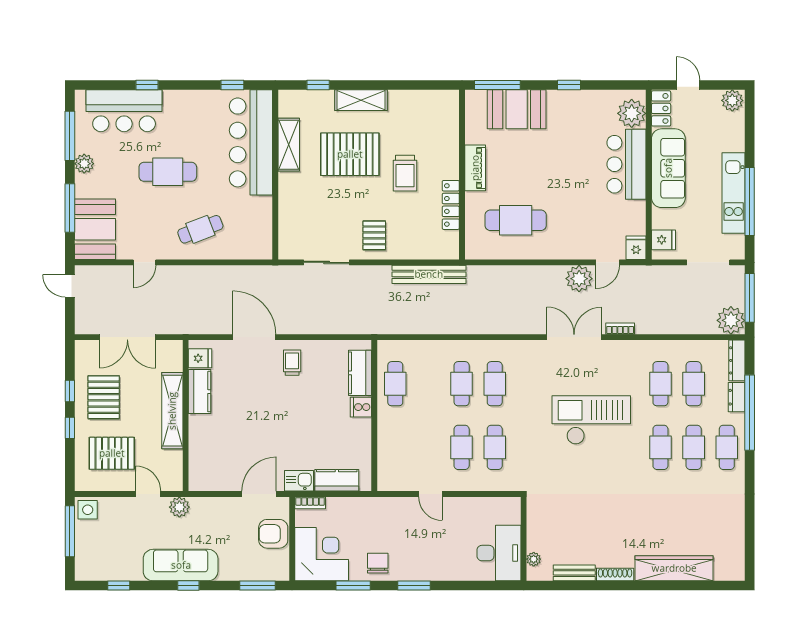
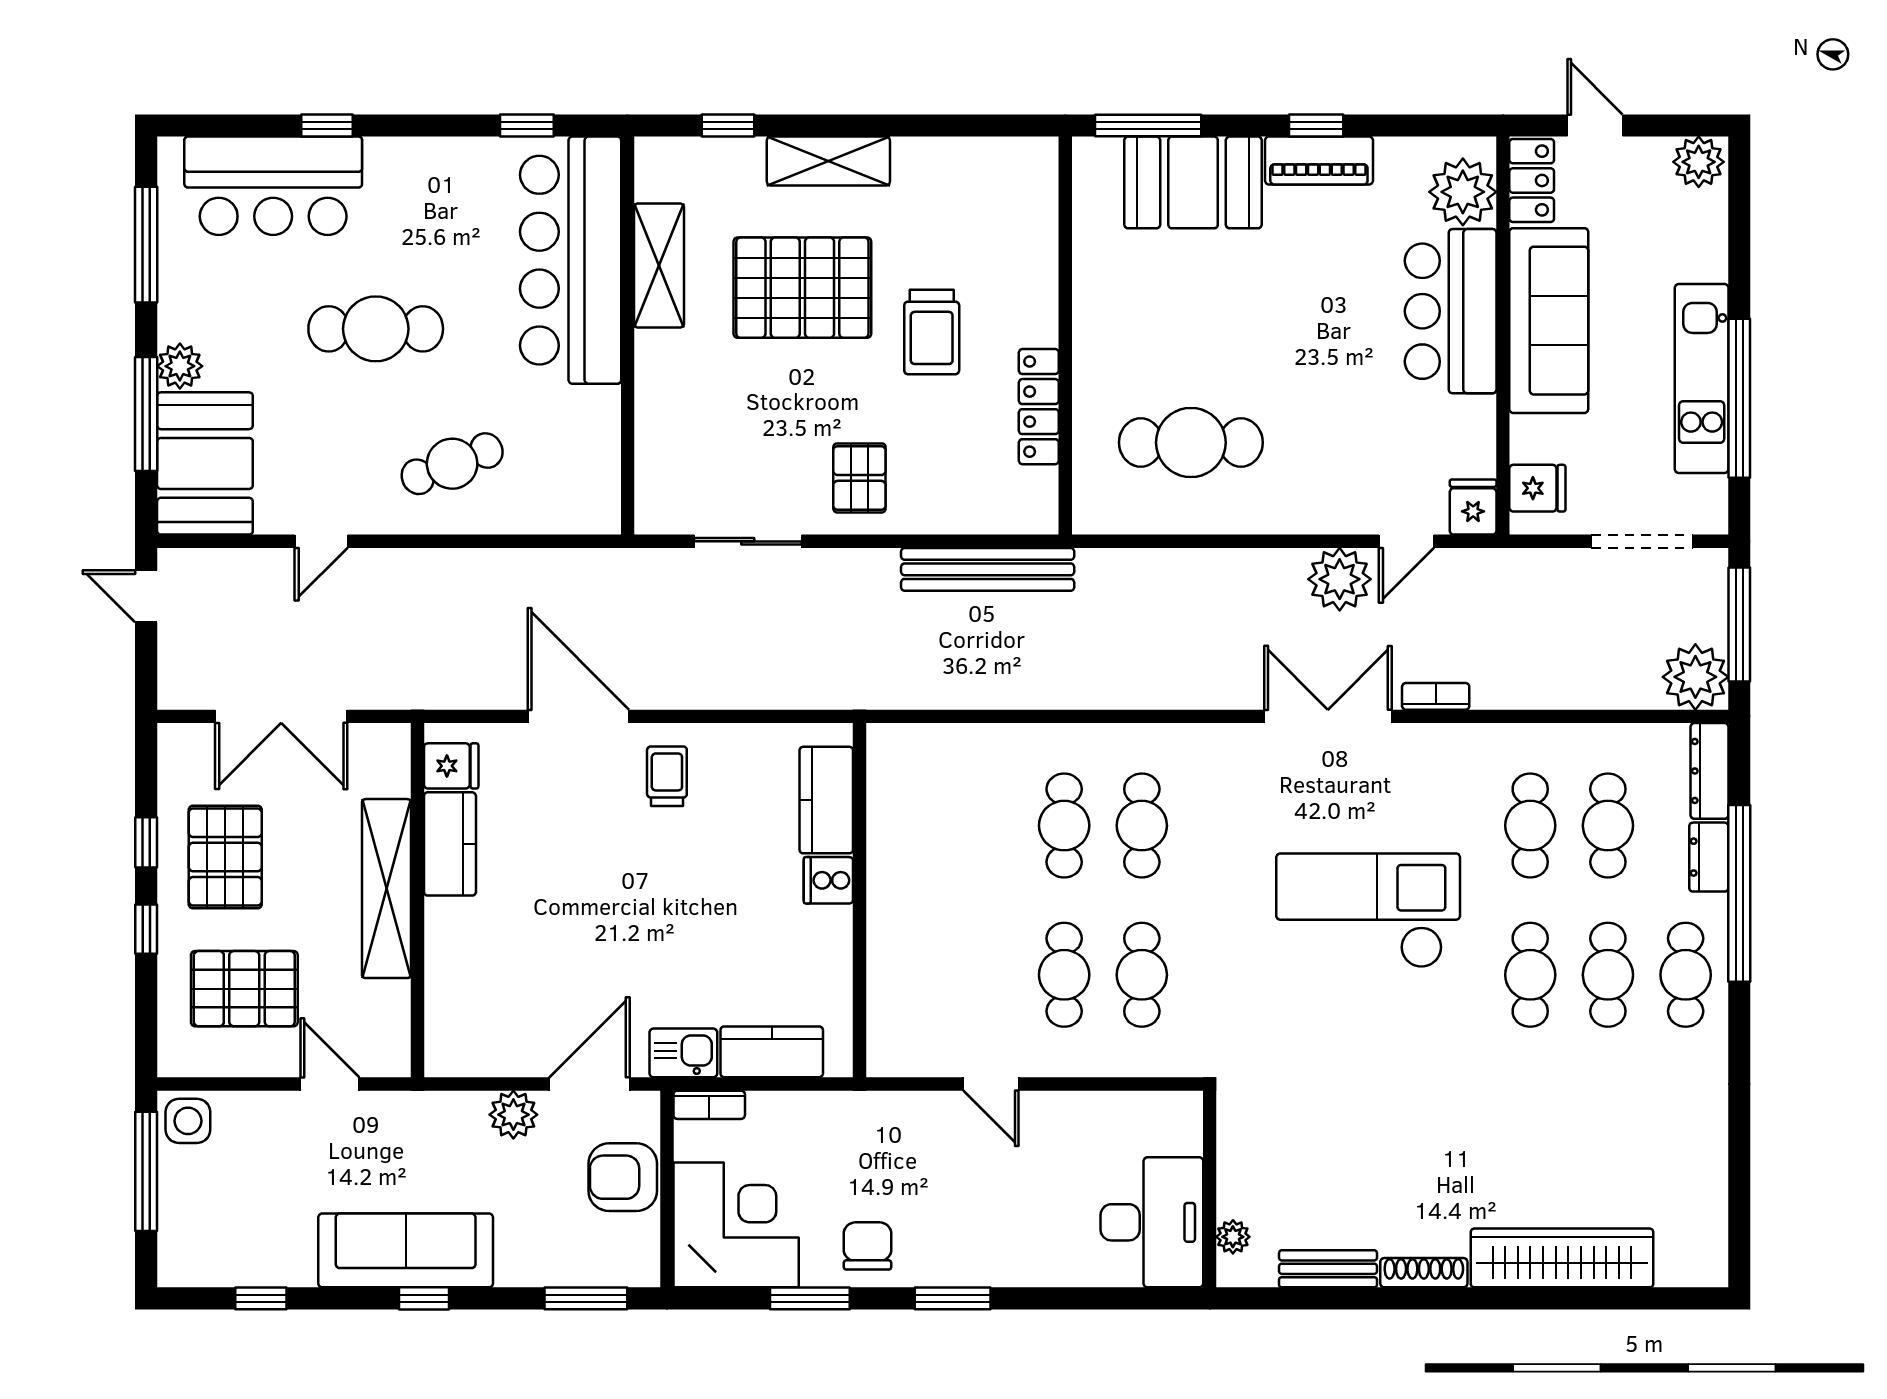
plant: (84, 164) -> (180, 366), moved
piano: (475, 168) -> (1319, 161), moved, turned 90
cafe table: (395, 384) -> (909, 826), removed
plant: (179, 507) -> (513, 1115), moved

